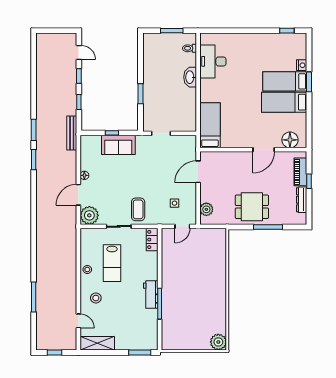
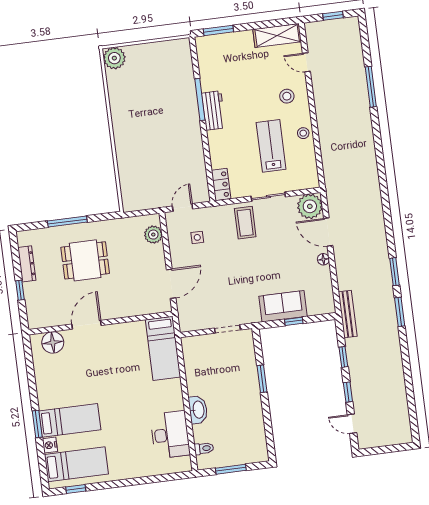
bed: (284, 102) -> (76, 464), moved
piano: (300, 172) -> (33, 301), removed
door: (78, 195) -> (328, 232), swing flipped
dining table: (252, 207) -> (85, 260), moved

